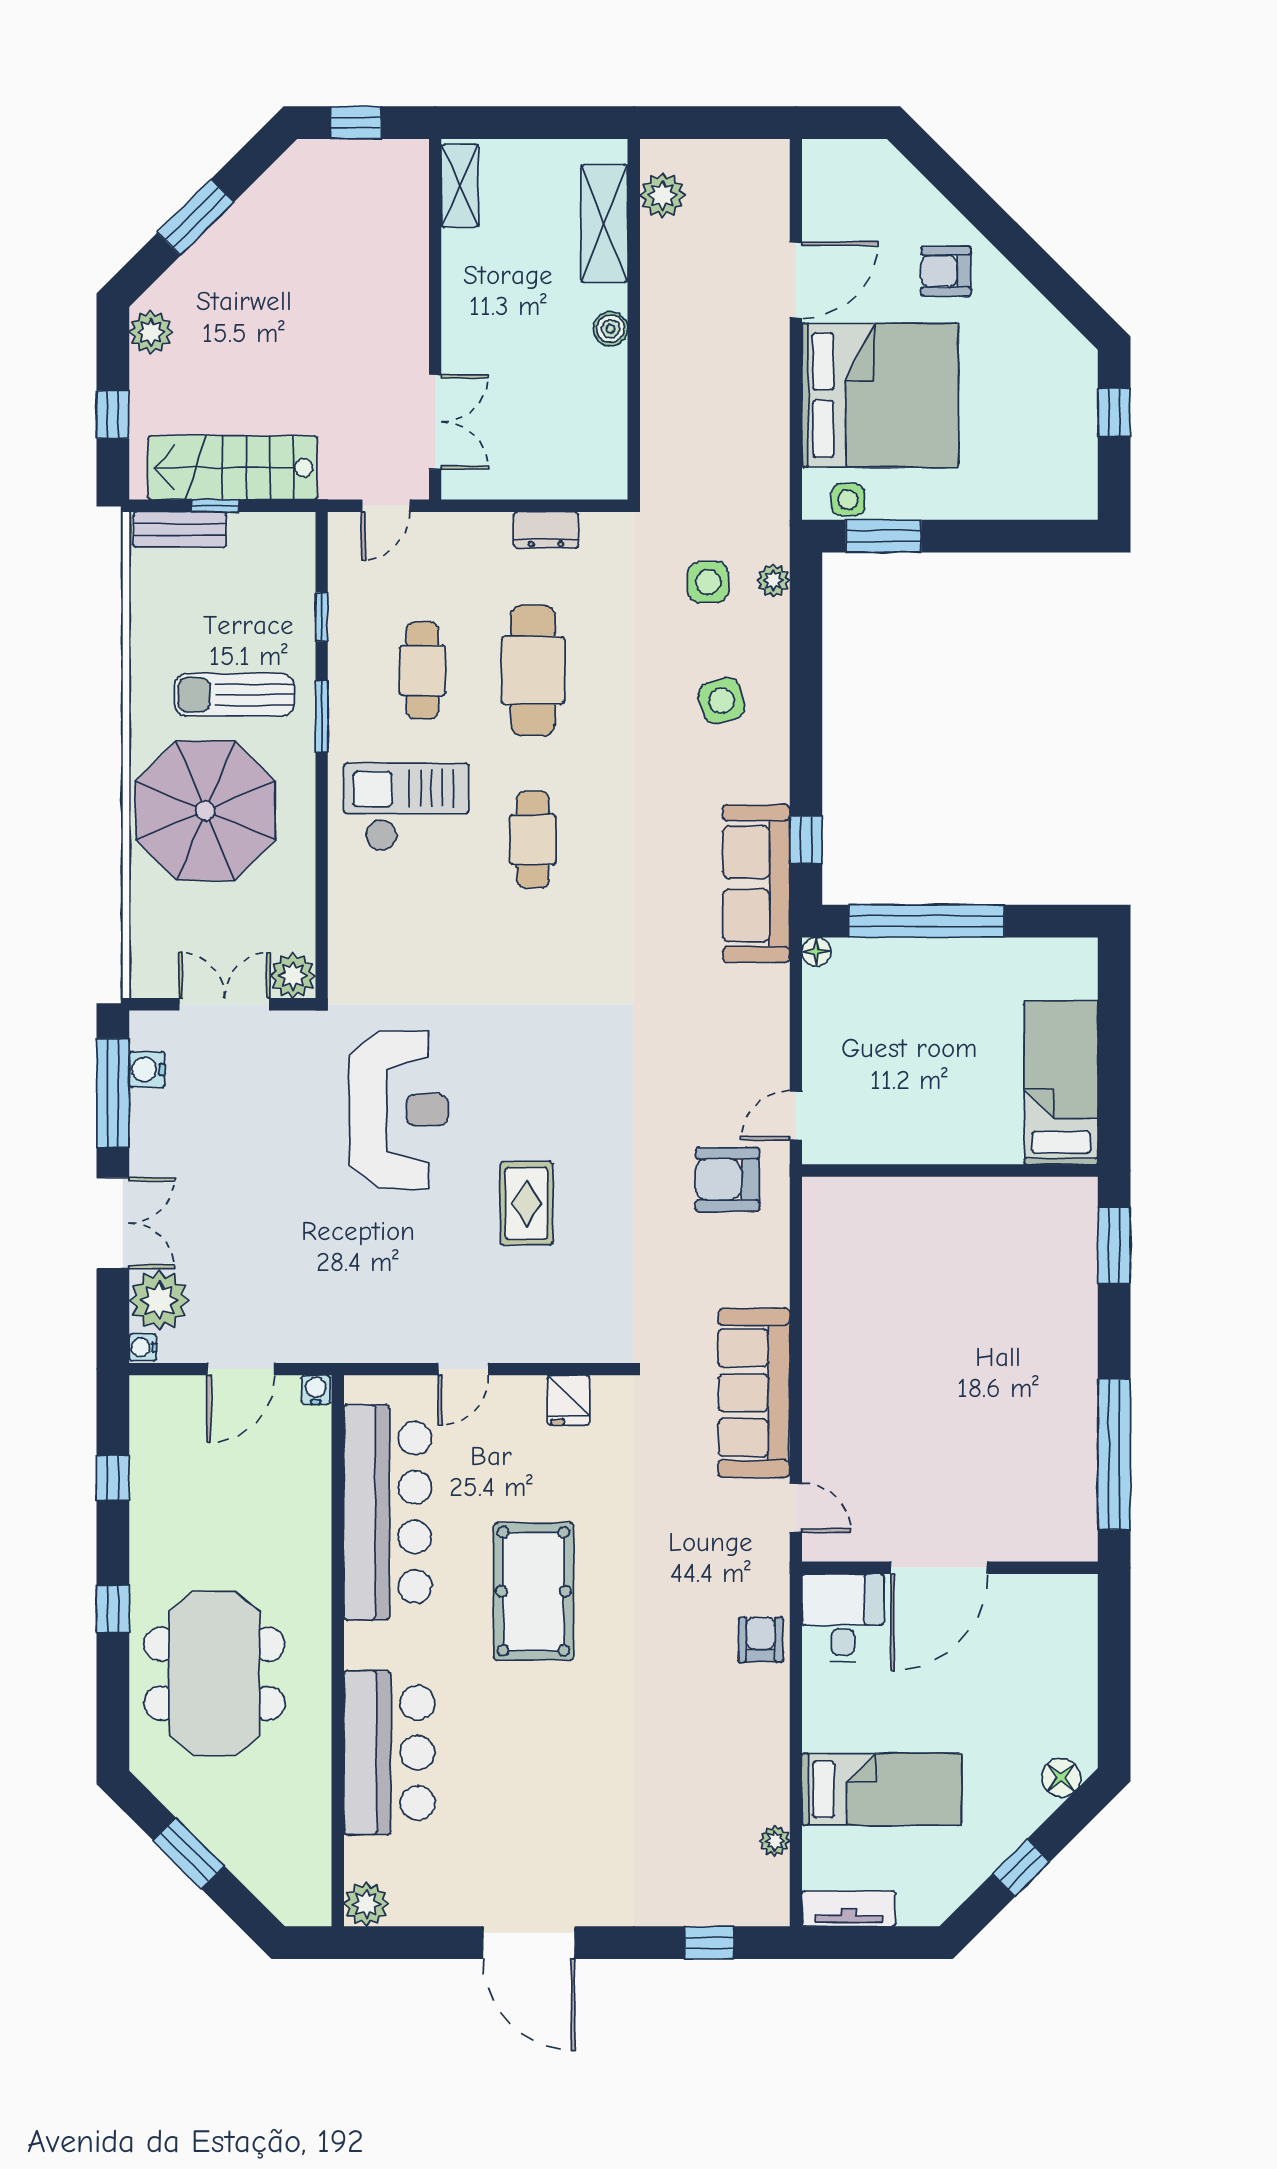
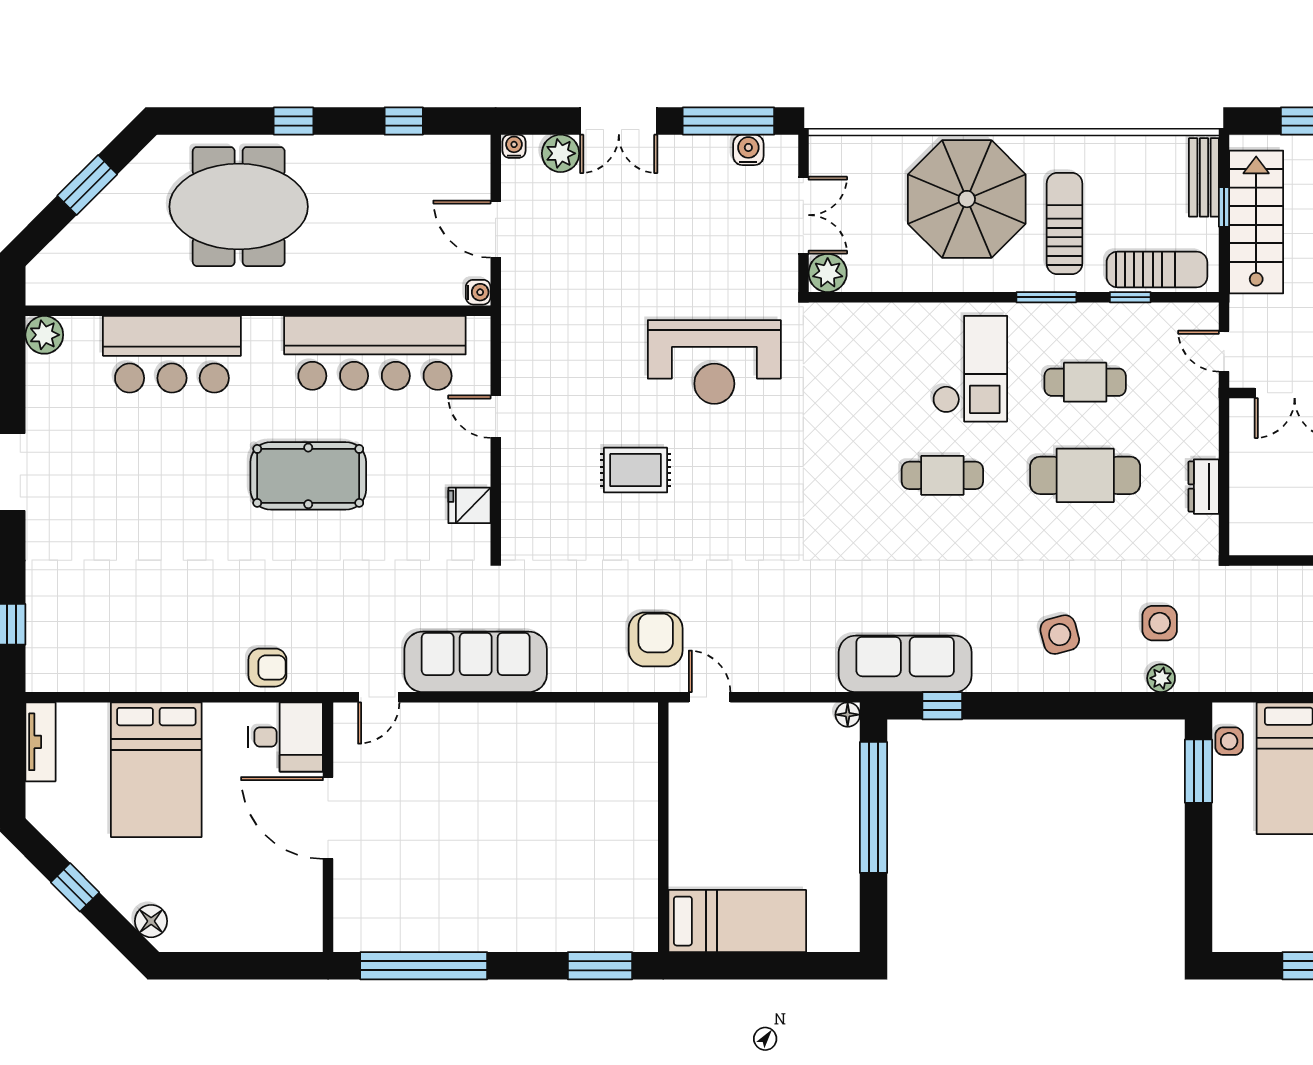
sun lounger: (289, 585) -> (1157, 269), added
plant: (159, 1300) -> (561, 153), width x0.73, depth x0.73
bed: (882, 1789) -> (156, 770), width x1.50
plant: (775, 1841) -> (98, 679), removed

